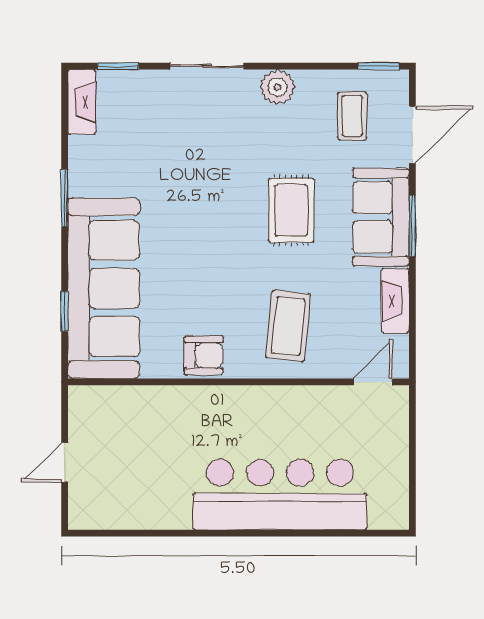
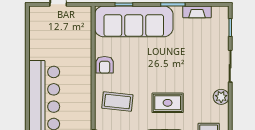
fireplace: (82, 102) -> (197, 12), moved

